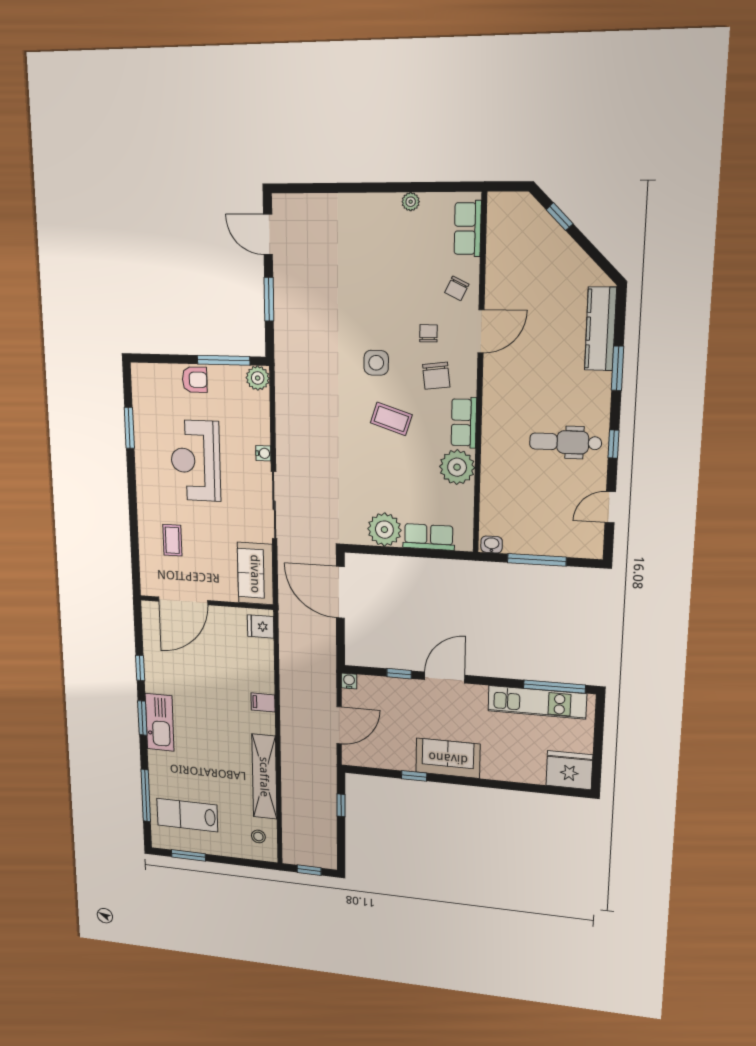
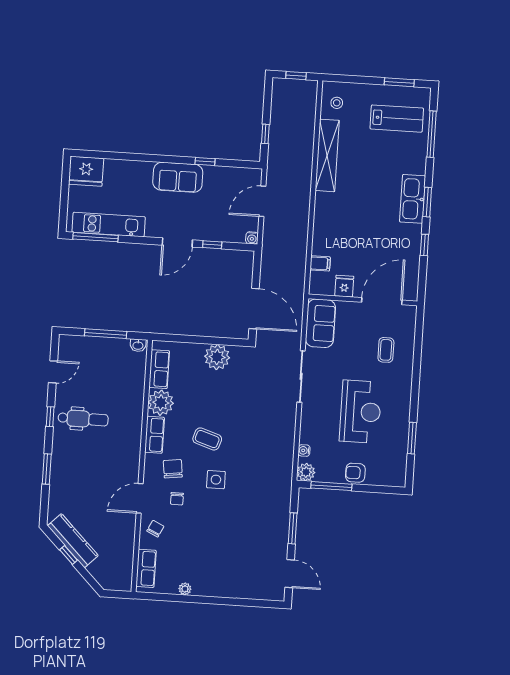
window: (560, 217) -> (69, 555), moved
kitchen counter: (600, 329) -> (73, 541), moved, turned -45
water cooler: (263, 453) -> (304, 450), moved
row of seats: (429, 537) -> (159, 369), moved, turned -90
fridge: (261, 626) -> (344, 286), moved, turned -90
filing cabinet: (263, 702) -> (320, 263), moved

